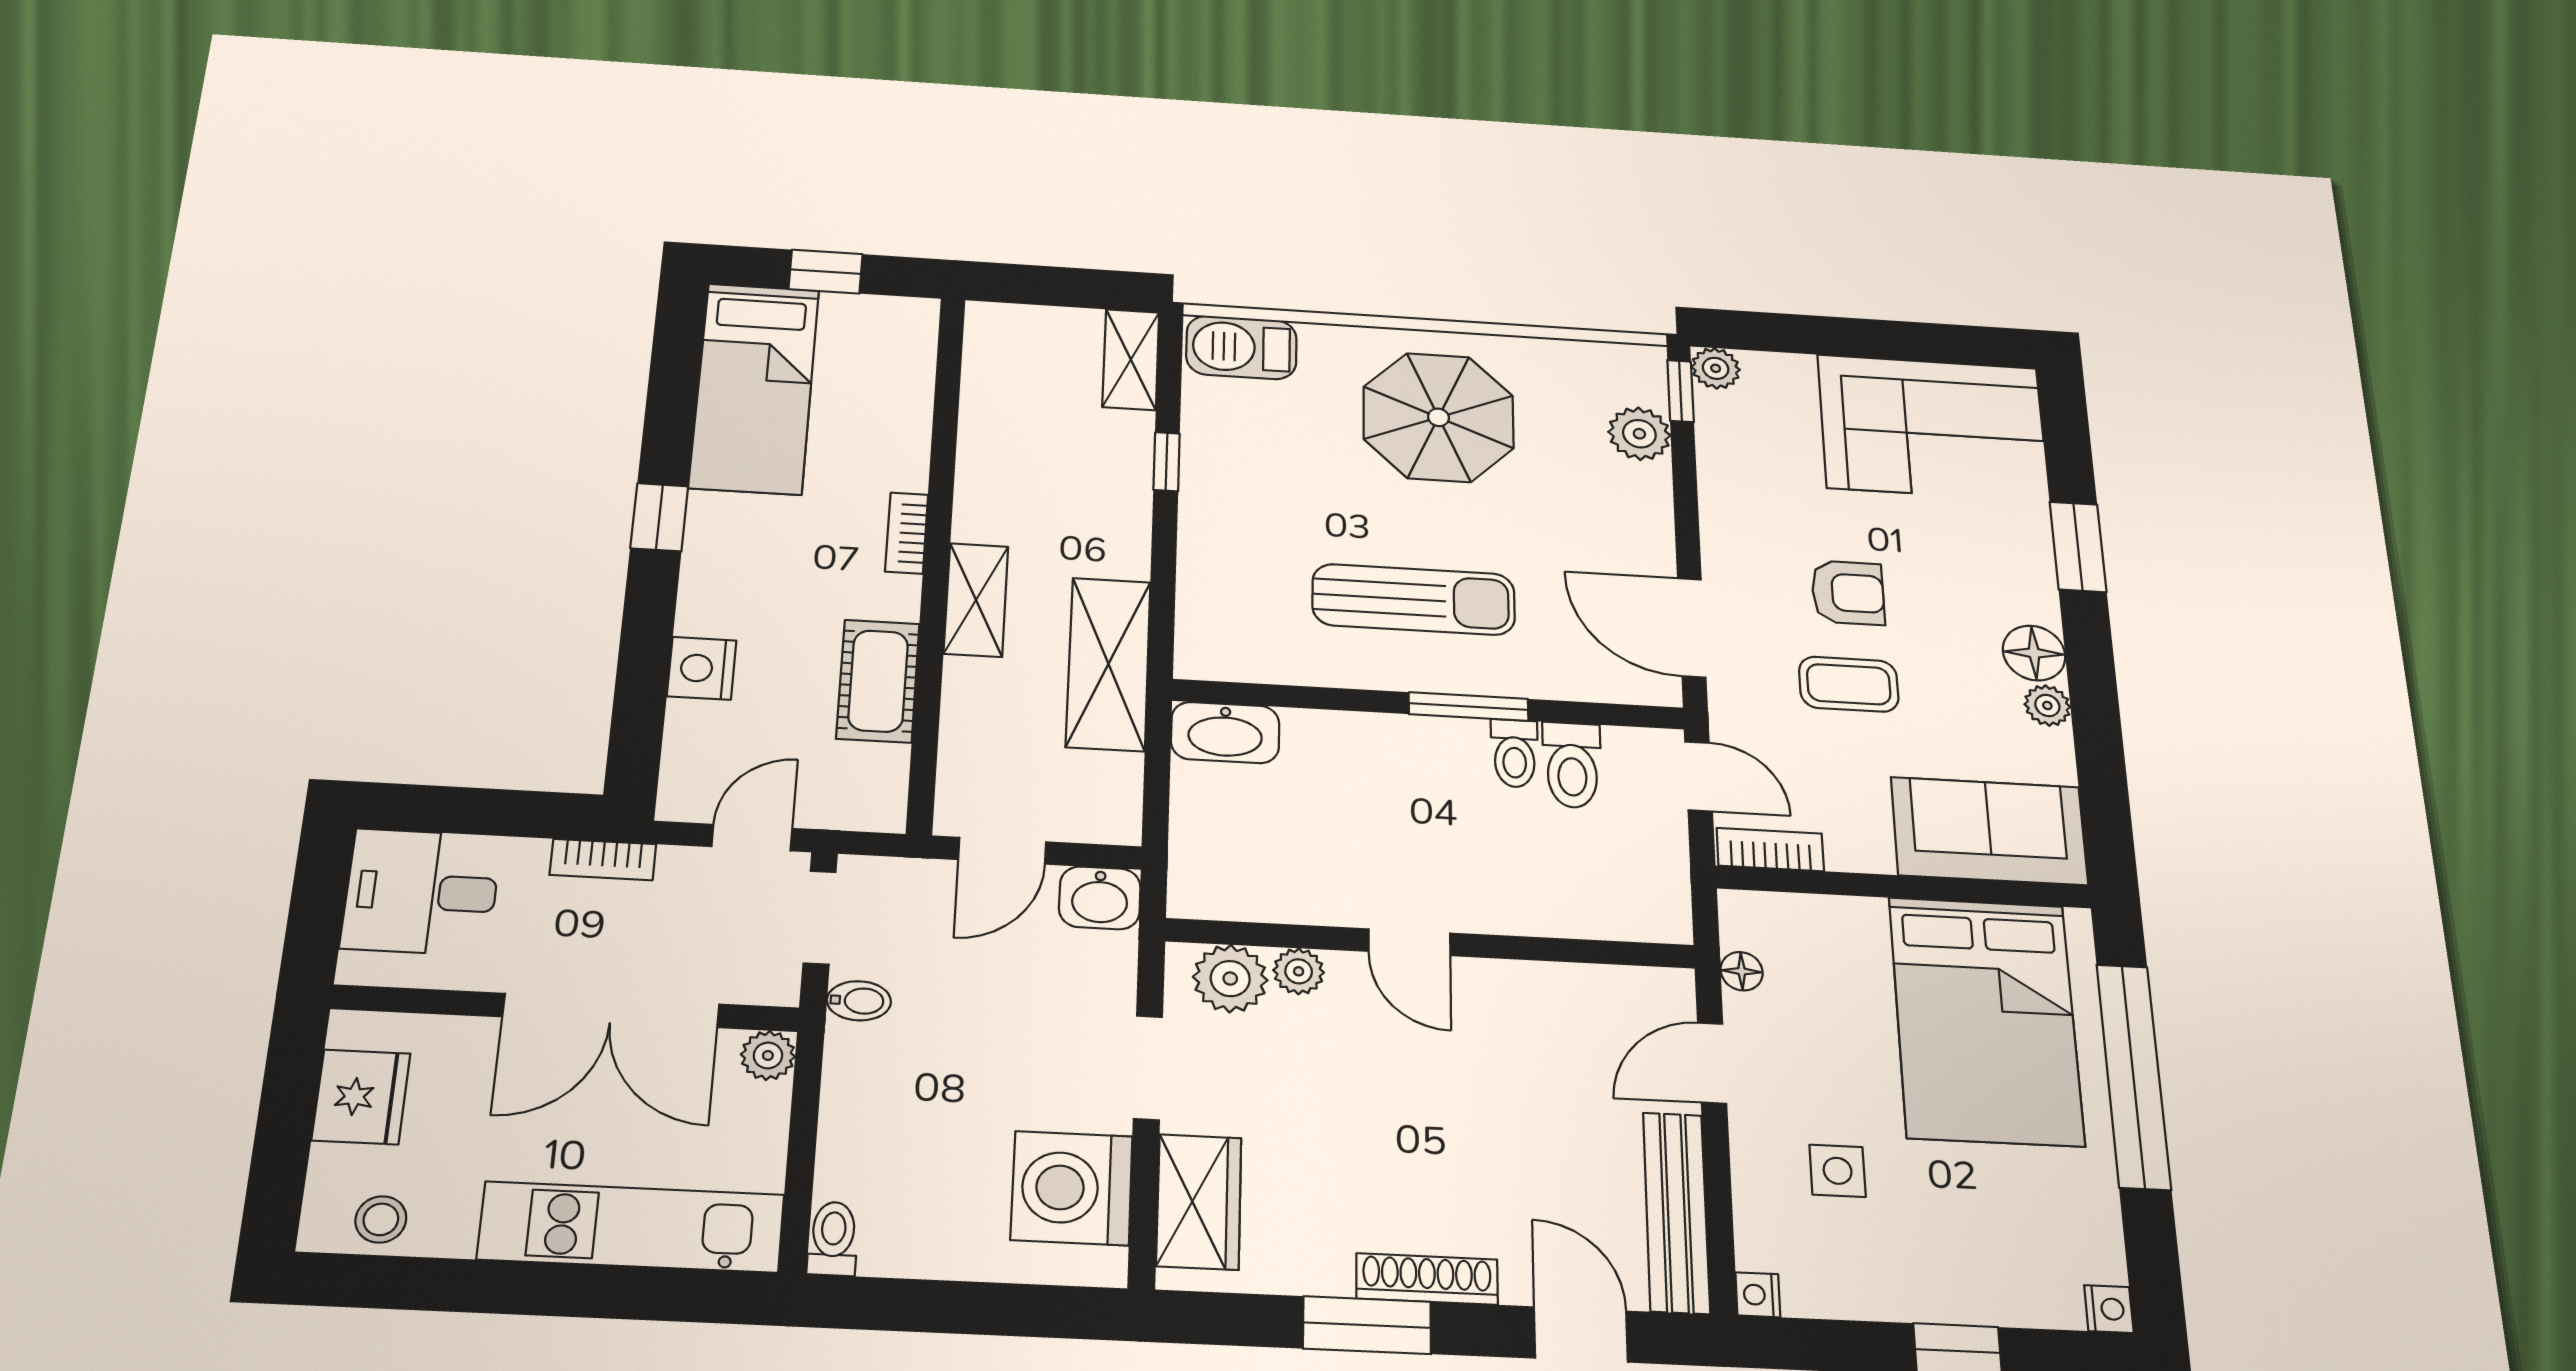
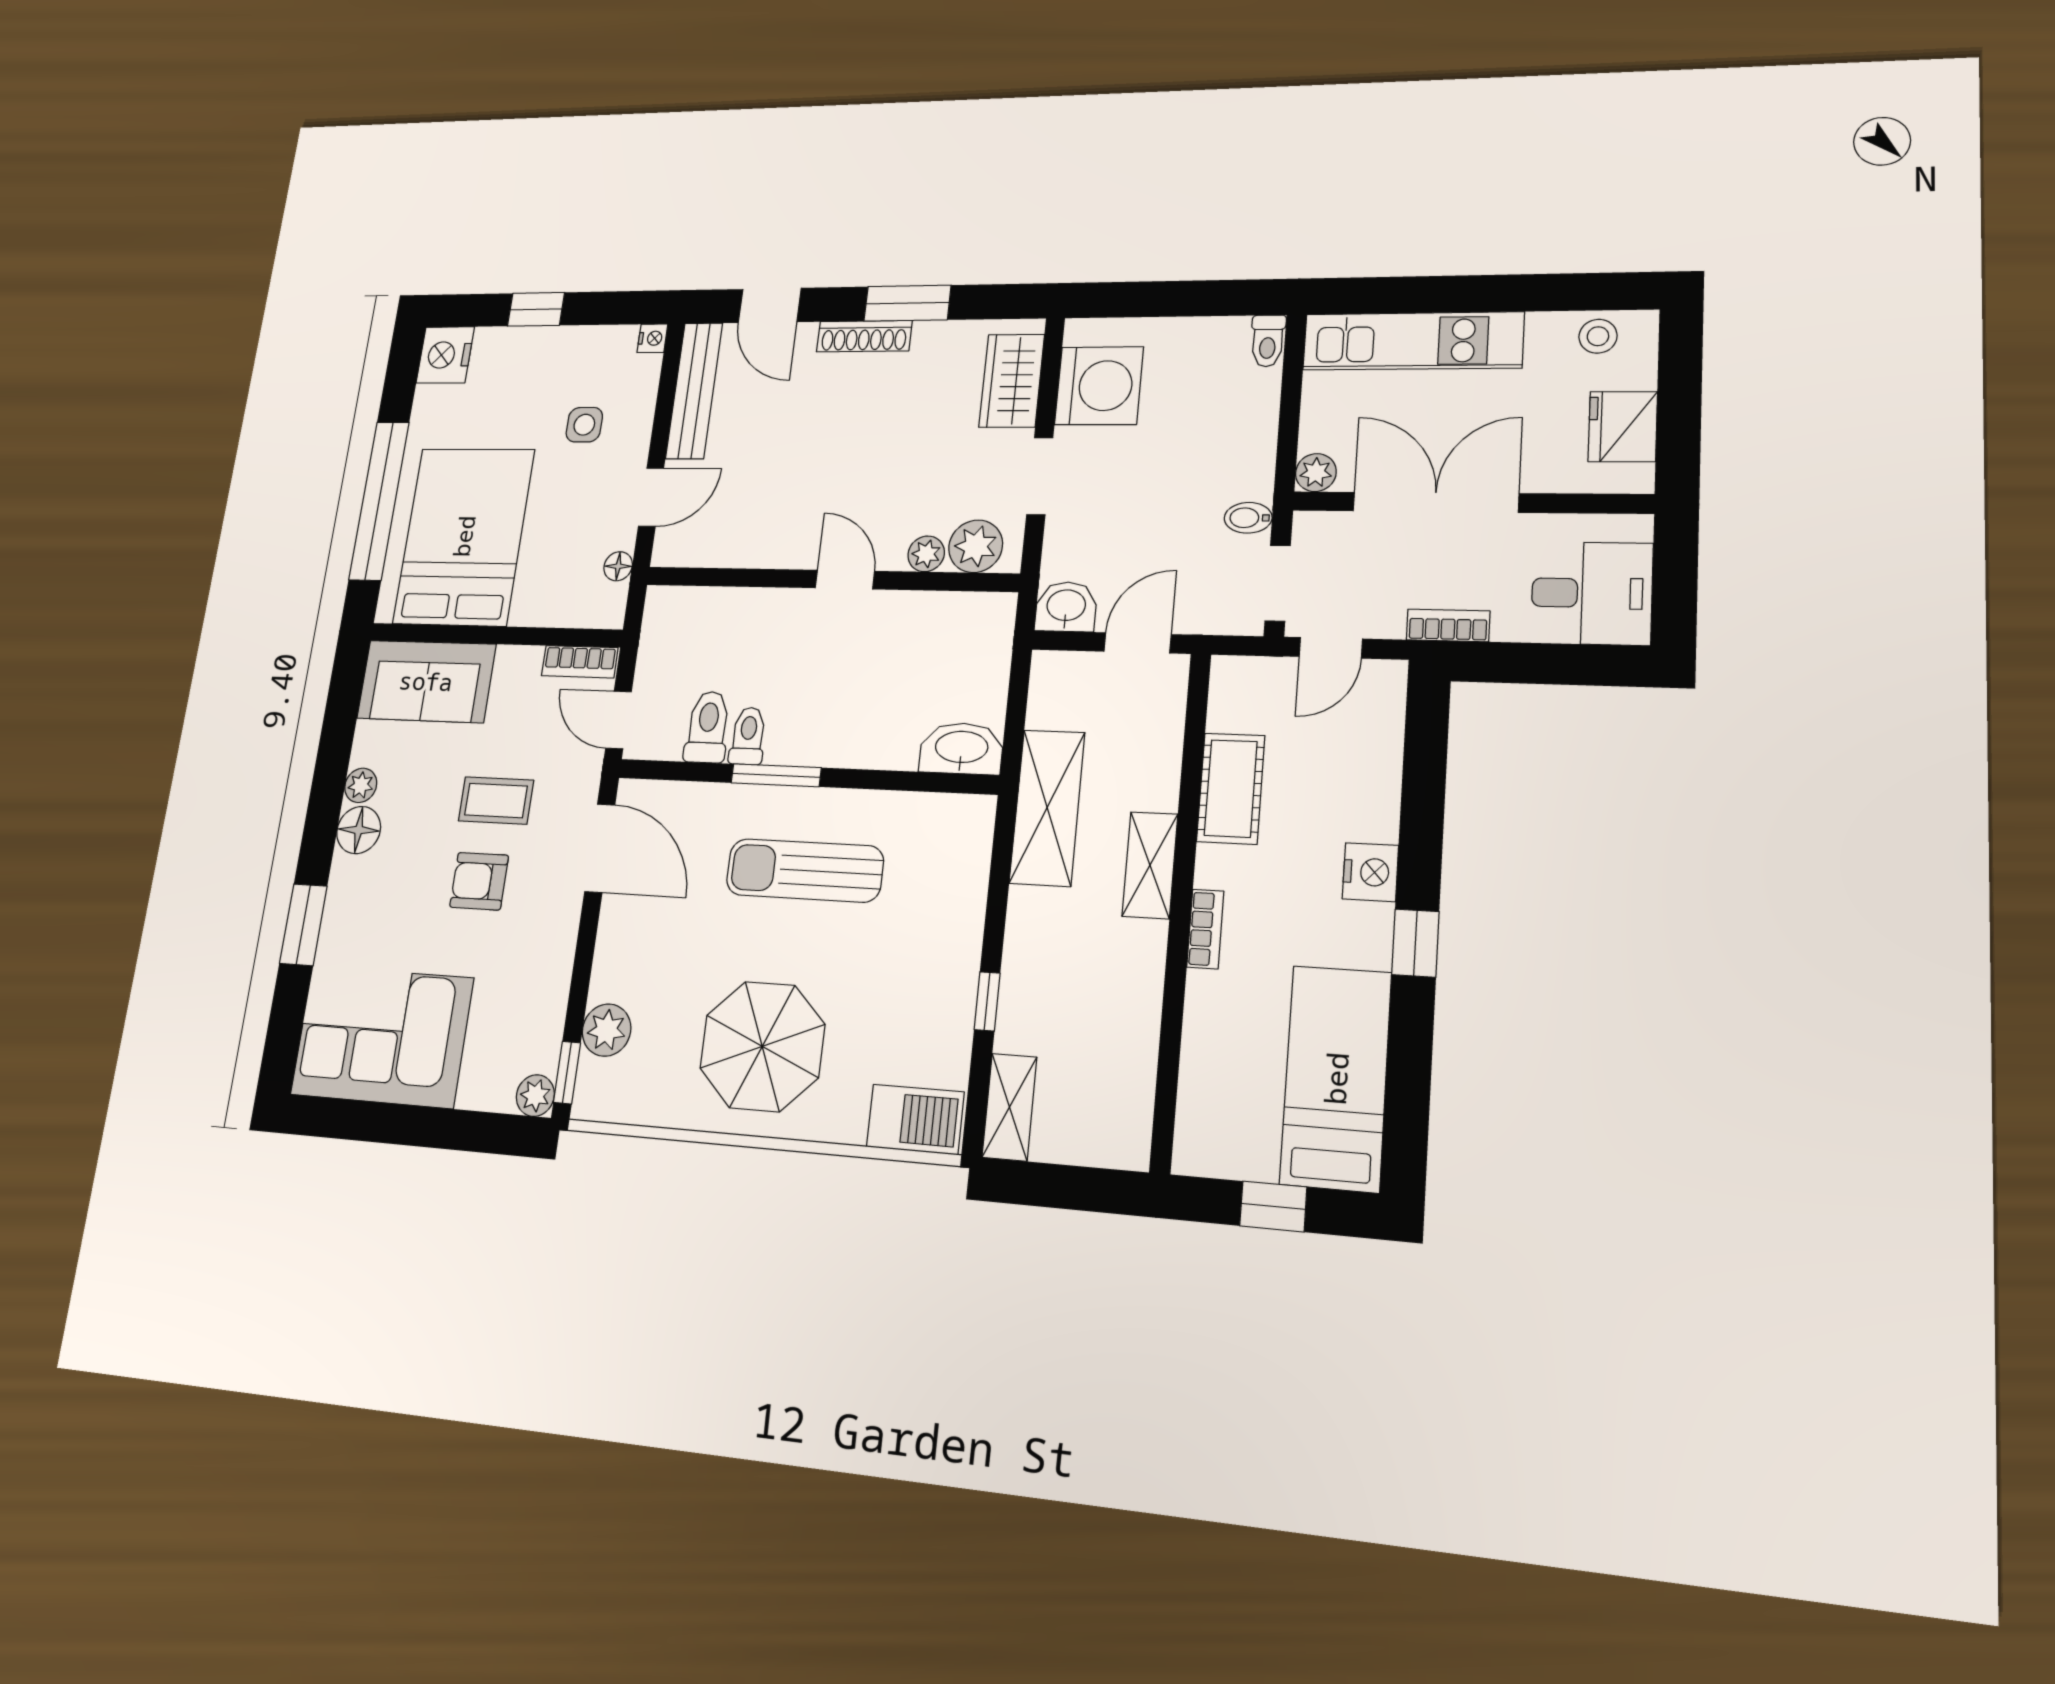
nightstand: (702, 668) -> (1370, 872), moved
nightstand: (2109, 1309) -> (445, 355), width x1.89, depth x1.79

